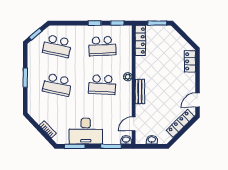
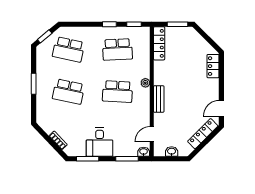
desk: (86, 131) -> (100, 142), width x0.73

